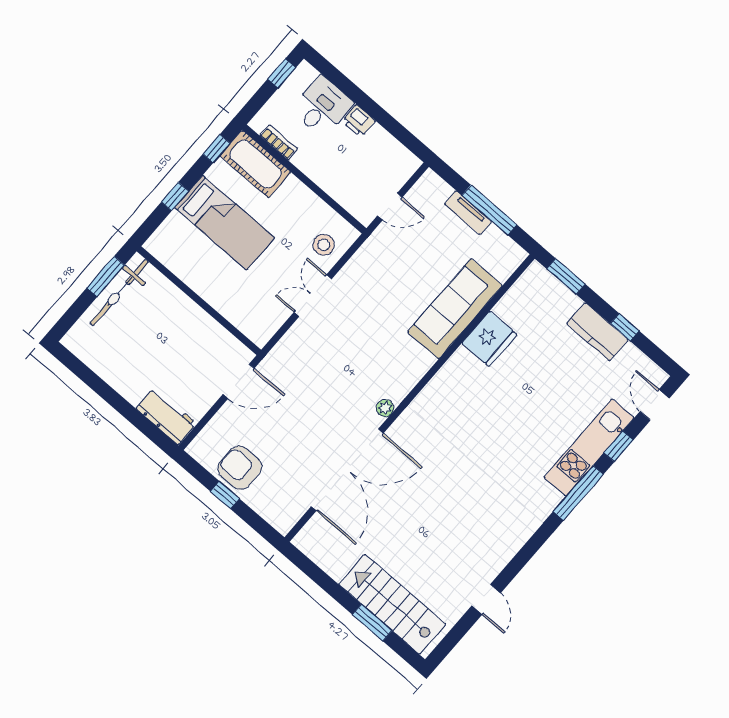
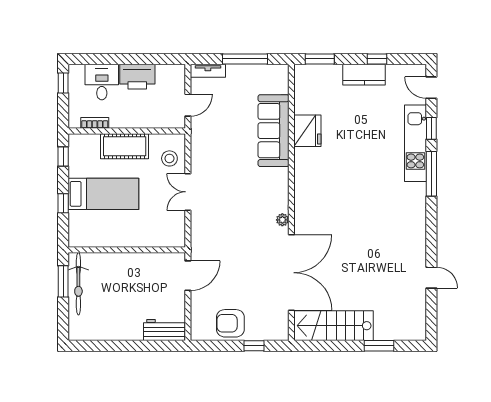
printer: (359, 121) -> (137, 77), width x1.87, depth x1.48
cot: (255, 164) -> (125, 146), moved
tv unit: (468, 213) -> (208, 71), moved
window: (225, 495) -> (254, 346), moved
stairs: (392, 604) -> (333, 326), moved

